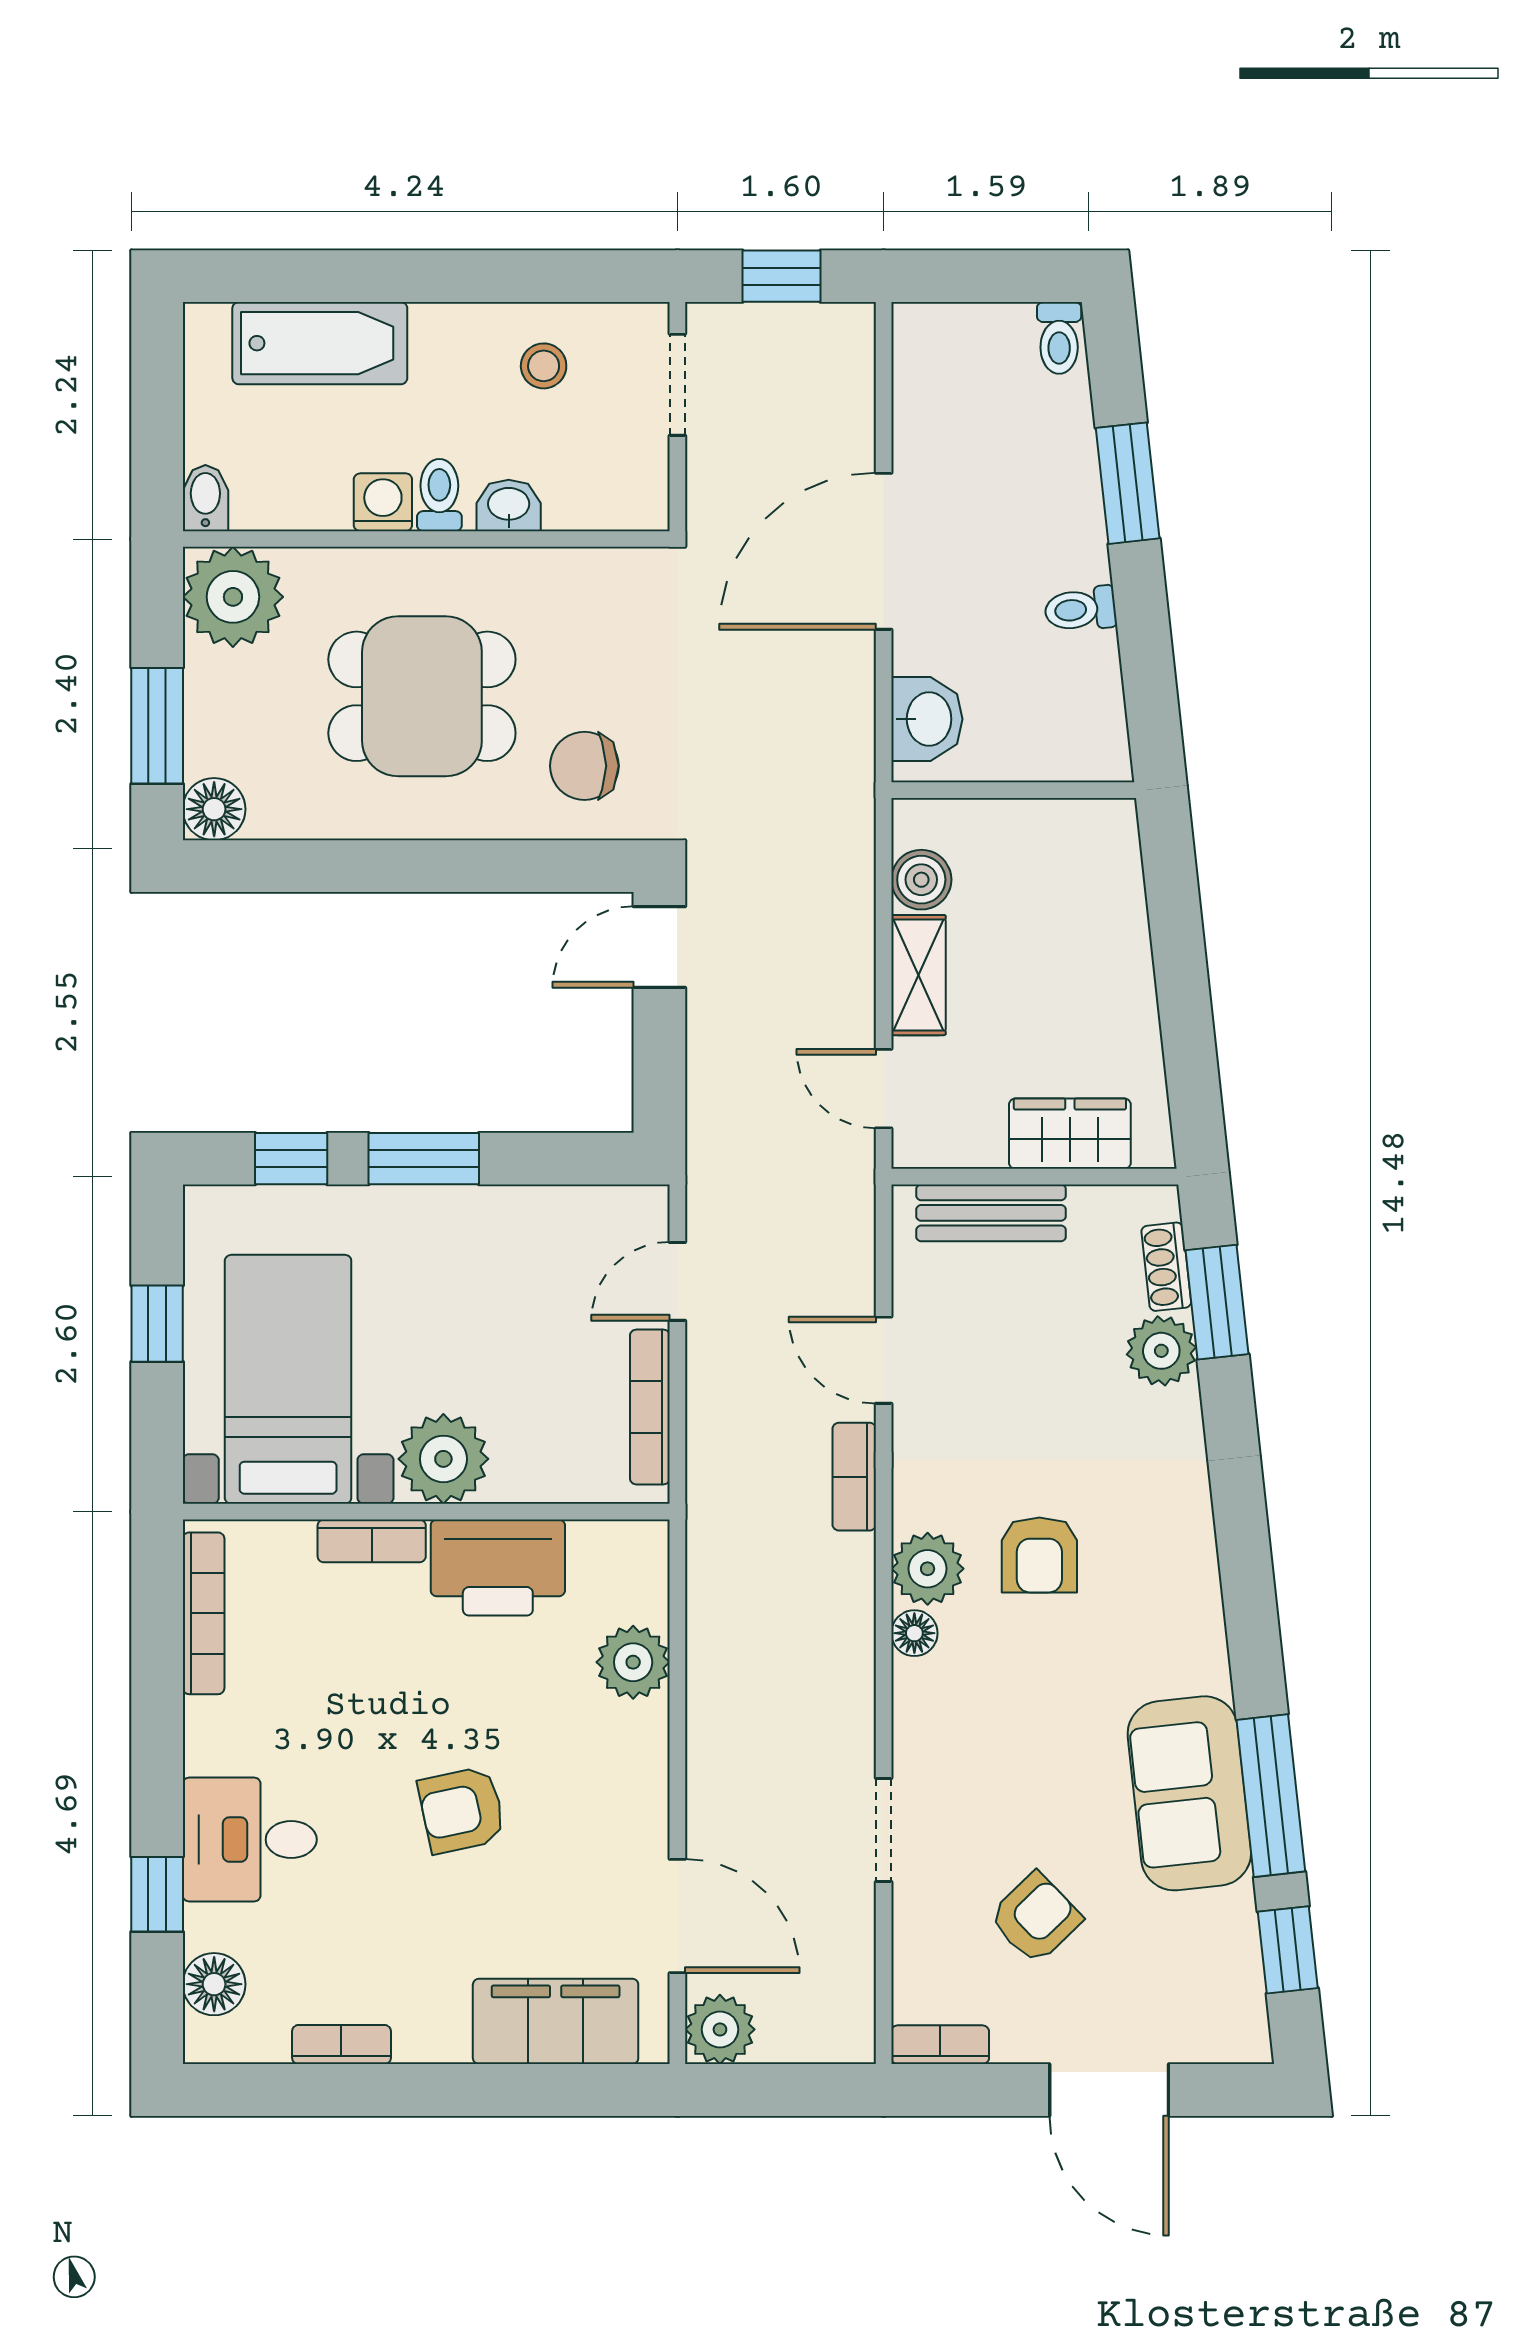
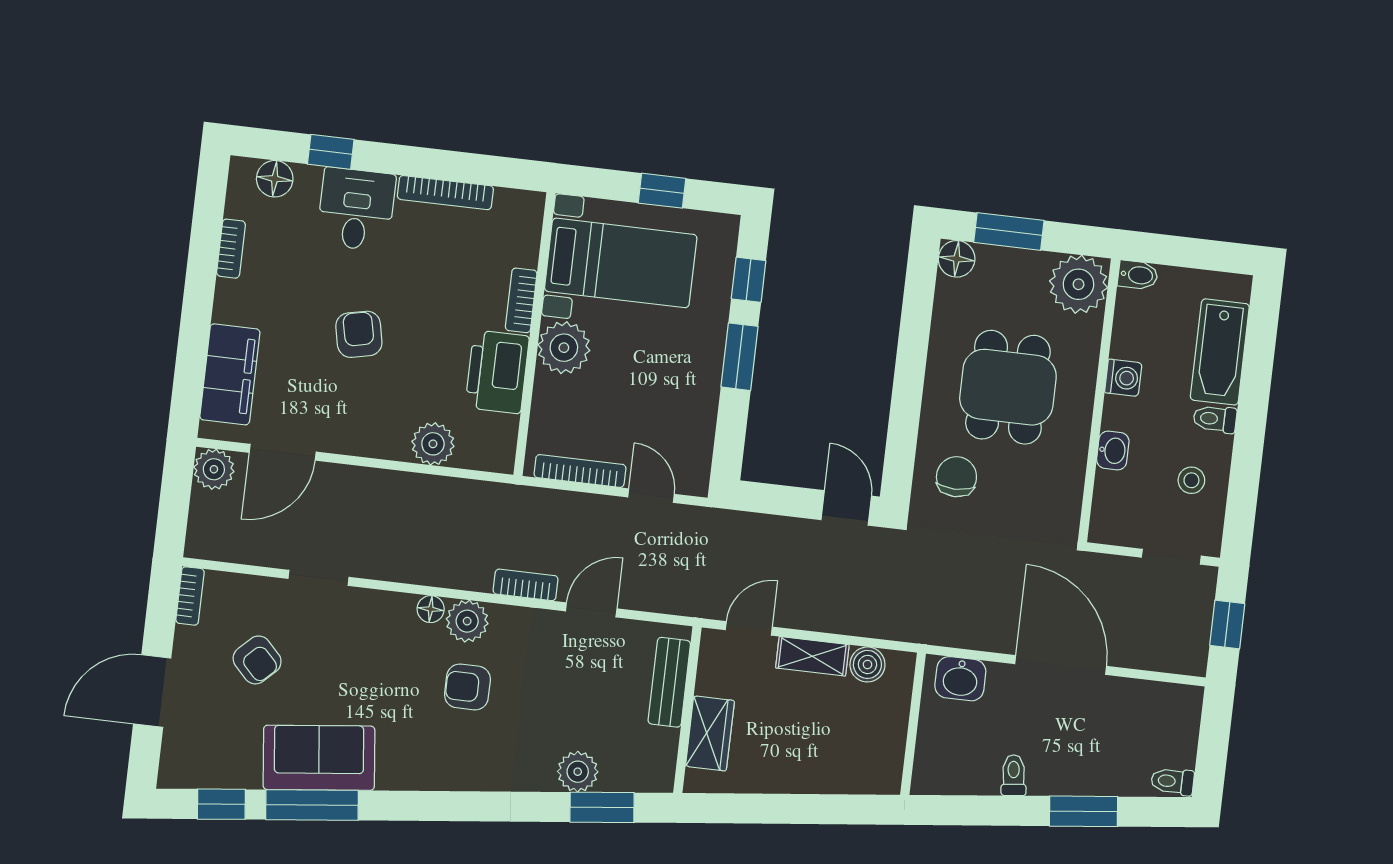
toilet: (439, 495) -> (1215, 419), moved, turned 180
shoe rack: (1166, 1267) -> (626, 780), removed
bookcase: (204, 1613) -> (445, 193), moved

